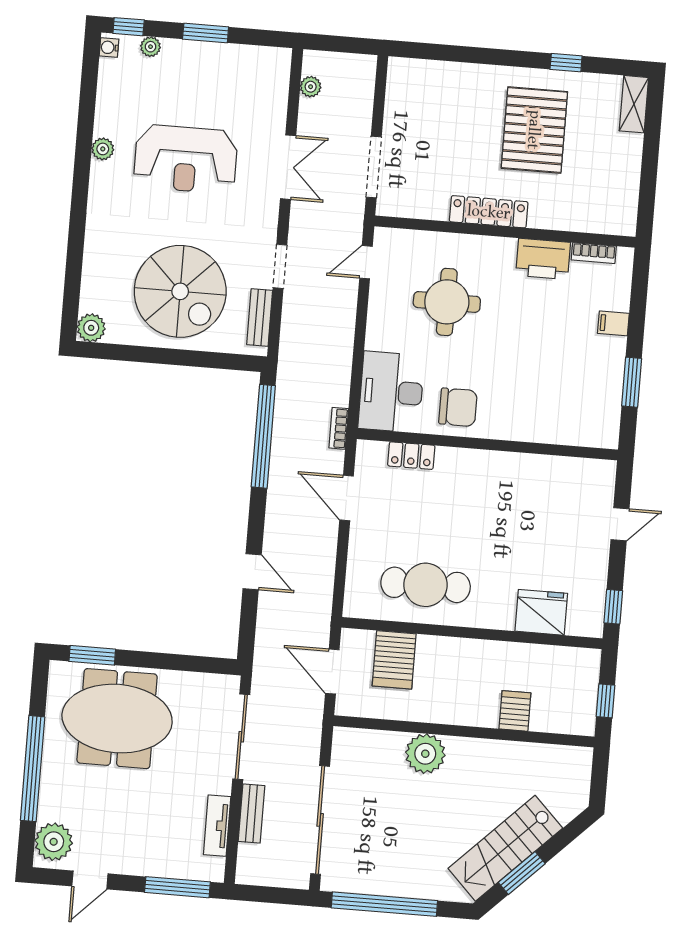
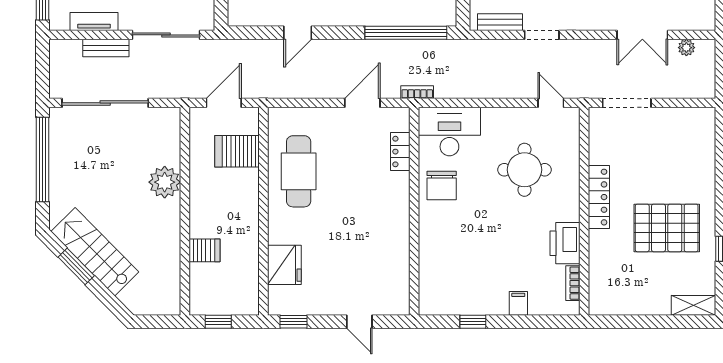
double door: (288, 167) -> (642, 35), moved
window: (632, 382) -> (473, 322), width x0.67

